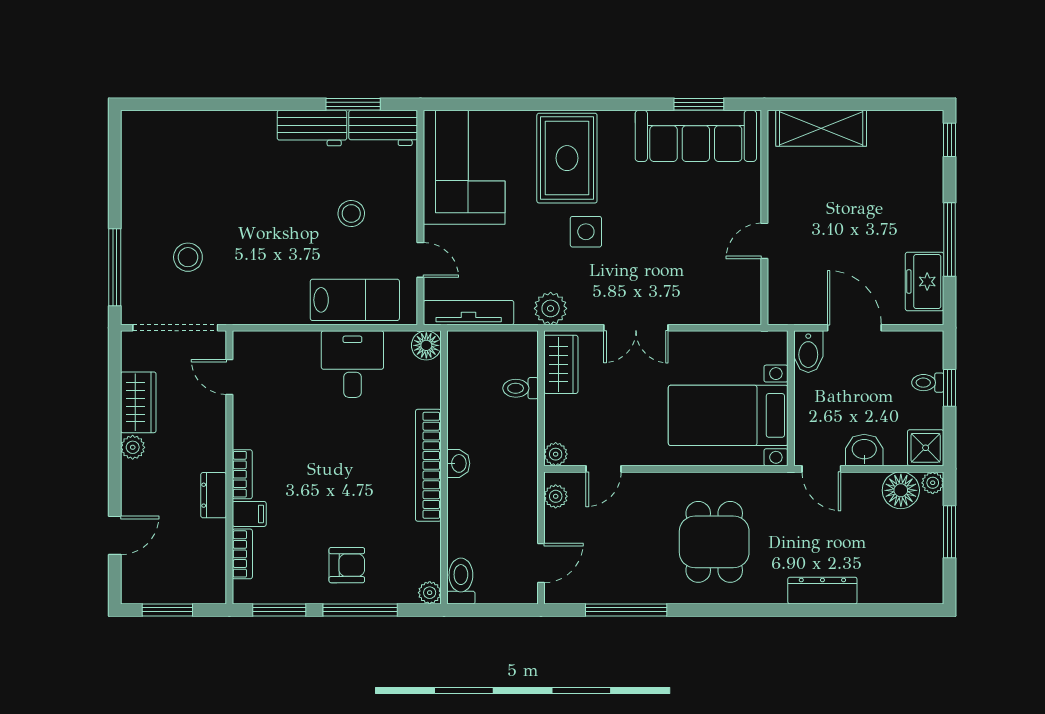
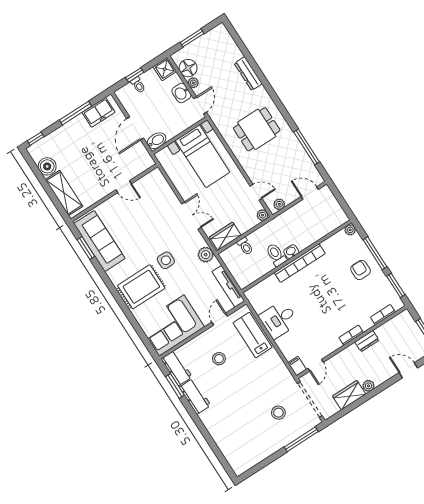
boiler: (887, 129) -> (47, 166), added
floor lamp: (426, 345) -> (252, 295), removed
plant: (933, 483) -> (193, 83), moved
filing cabinet: (249, 514) -> (297, 366), moved
toilet: (461, 581) -> (276, 255), moved, turned 90

